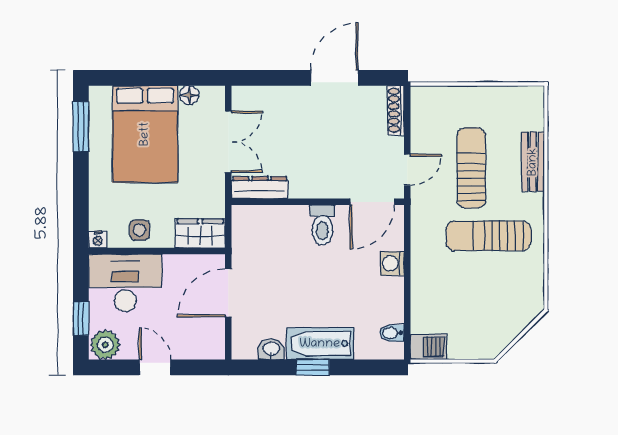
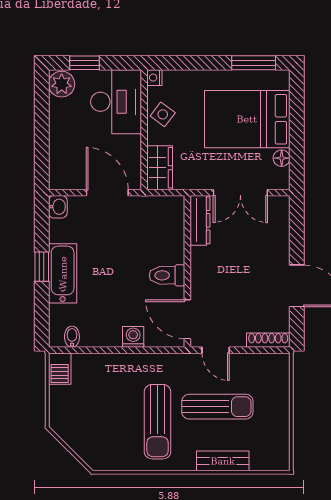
side table: (140, 230) -> (163, 114), turned 37
sun lounger: (488, 236) -> (158, 422), turned 180
washbasin: (271, 349) -> (58, 207), moved
door: (155, 367) -> (42, 128), removed

